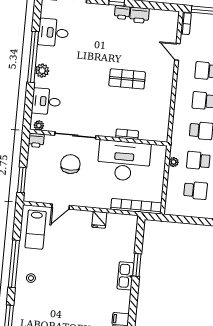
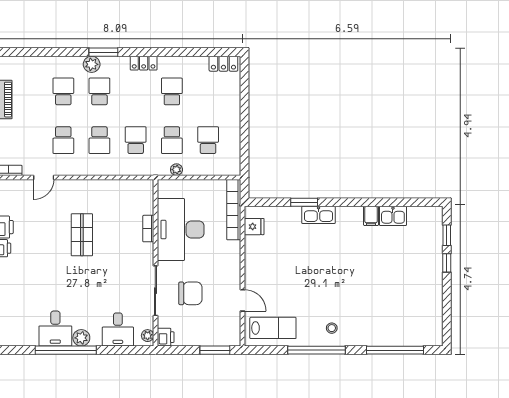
desk: (53, 33) -> (55, 329), moved
chair: (70, 164) -> (190, 293), turned 180
fridge: (99, 220) -> (254, 227), moved

